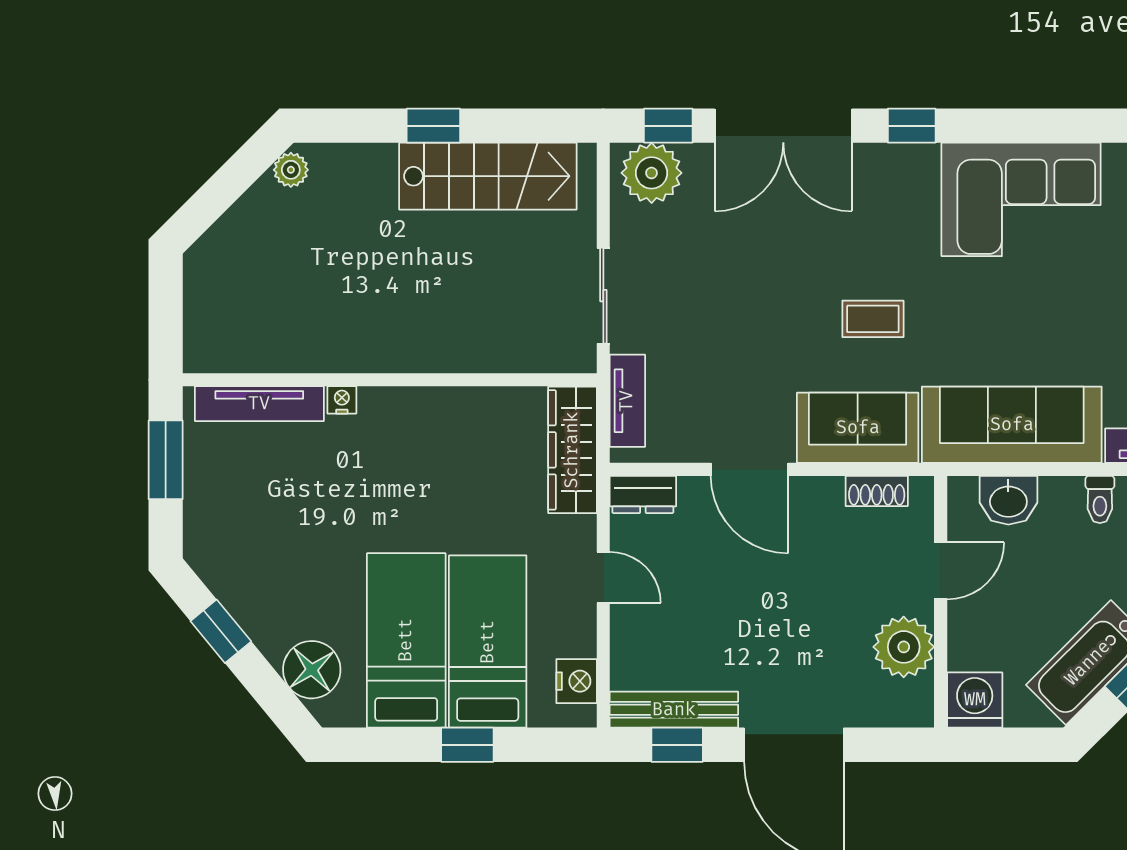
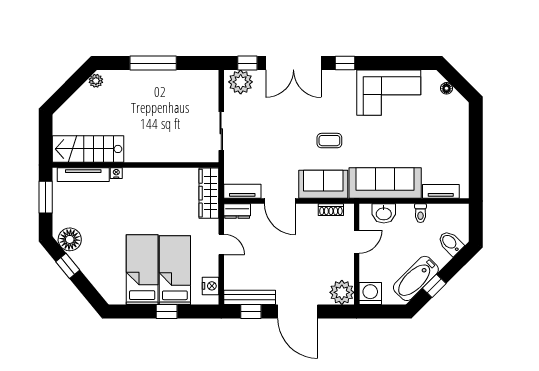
window: (433, 126) -> (153, 63), width x2.17
stairs: (488, 176) -> (88, 149), moved, turned 180
tv unit: (627, 401) -> (242, 191), moved, turned -90
plant: (904, 647) -> (342, 292), moved
floor lamp: (312, 670) -> (70, 239), moved

